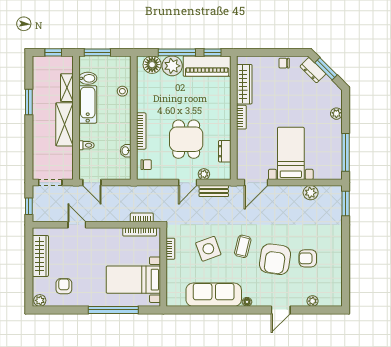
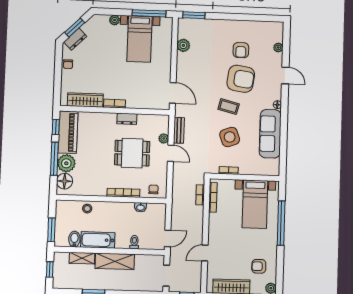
dresser: (225, 151) -> (127, 119), moved
bed with nightstands: (291, 153) -> (139, 39), moved, turned -90

